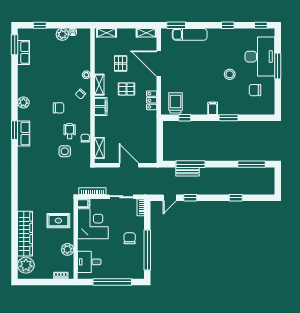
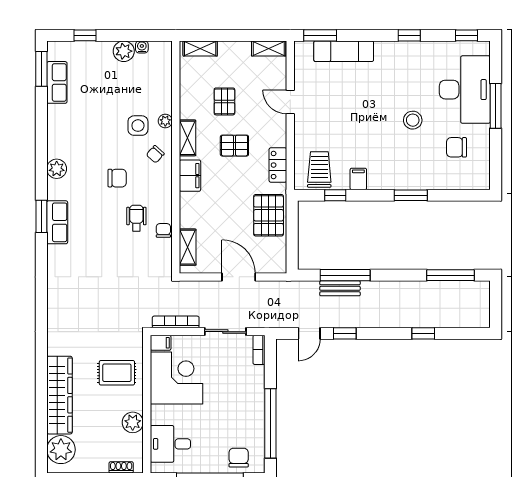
door: (159, 64) -> (290, 102), width x0.53
filing cabinet: (213, 108) -> (358, 179), moved
pallet: (146, 129) -> (269, 215), added
side table: (65, 151) -> (138, 126), moved
chair: (130, 238) -> (239, 458), moved

